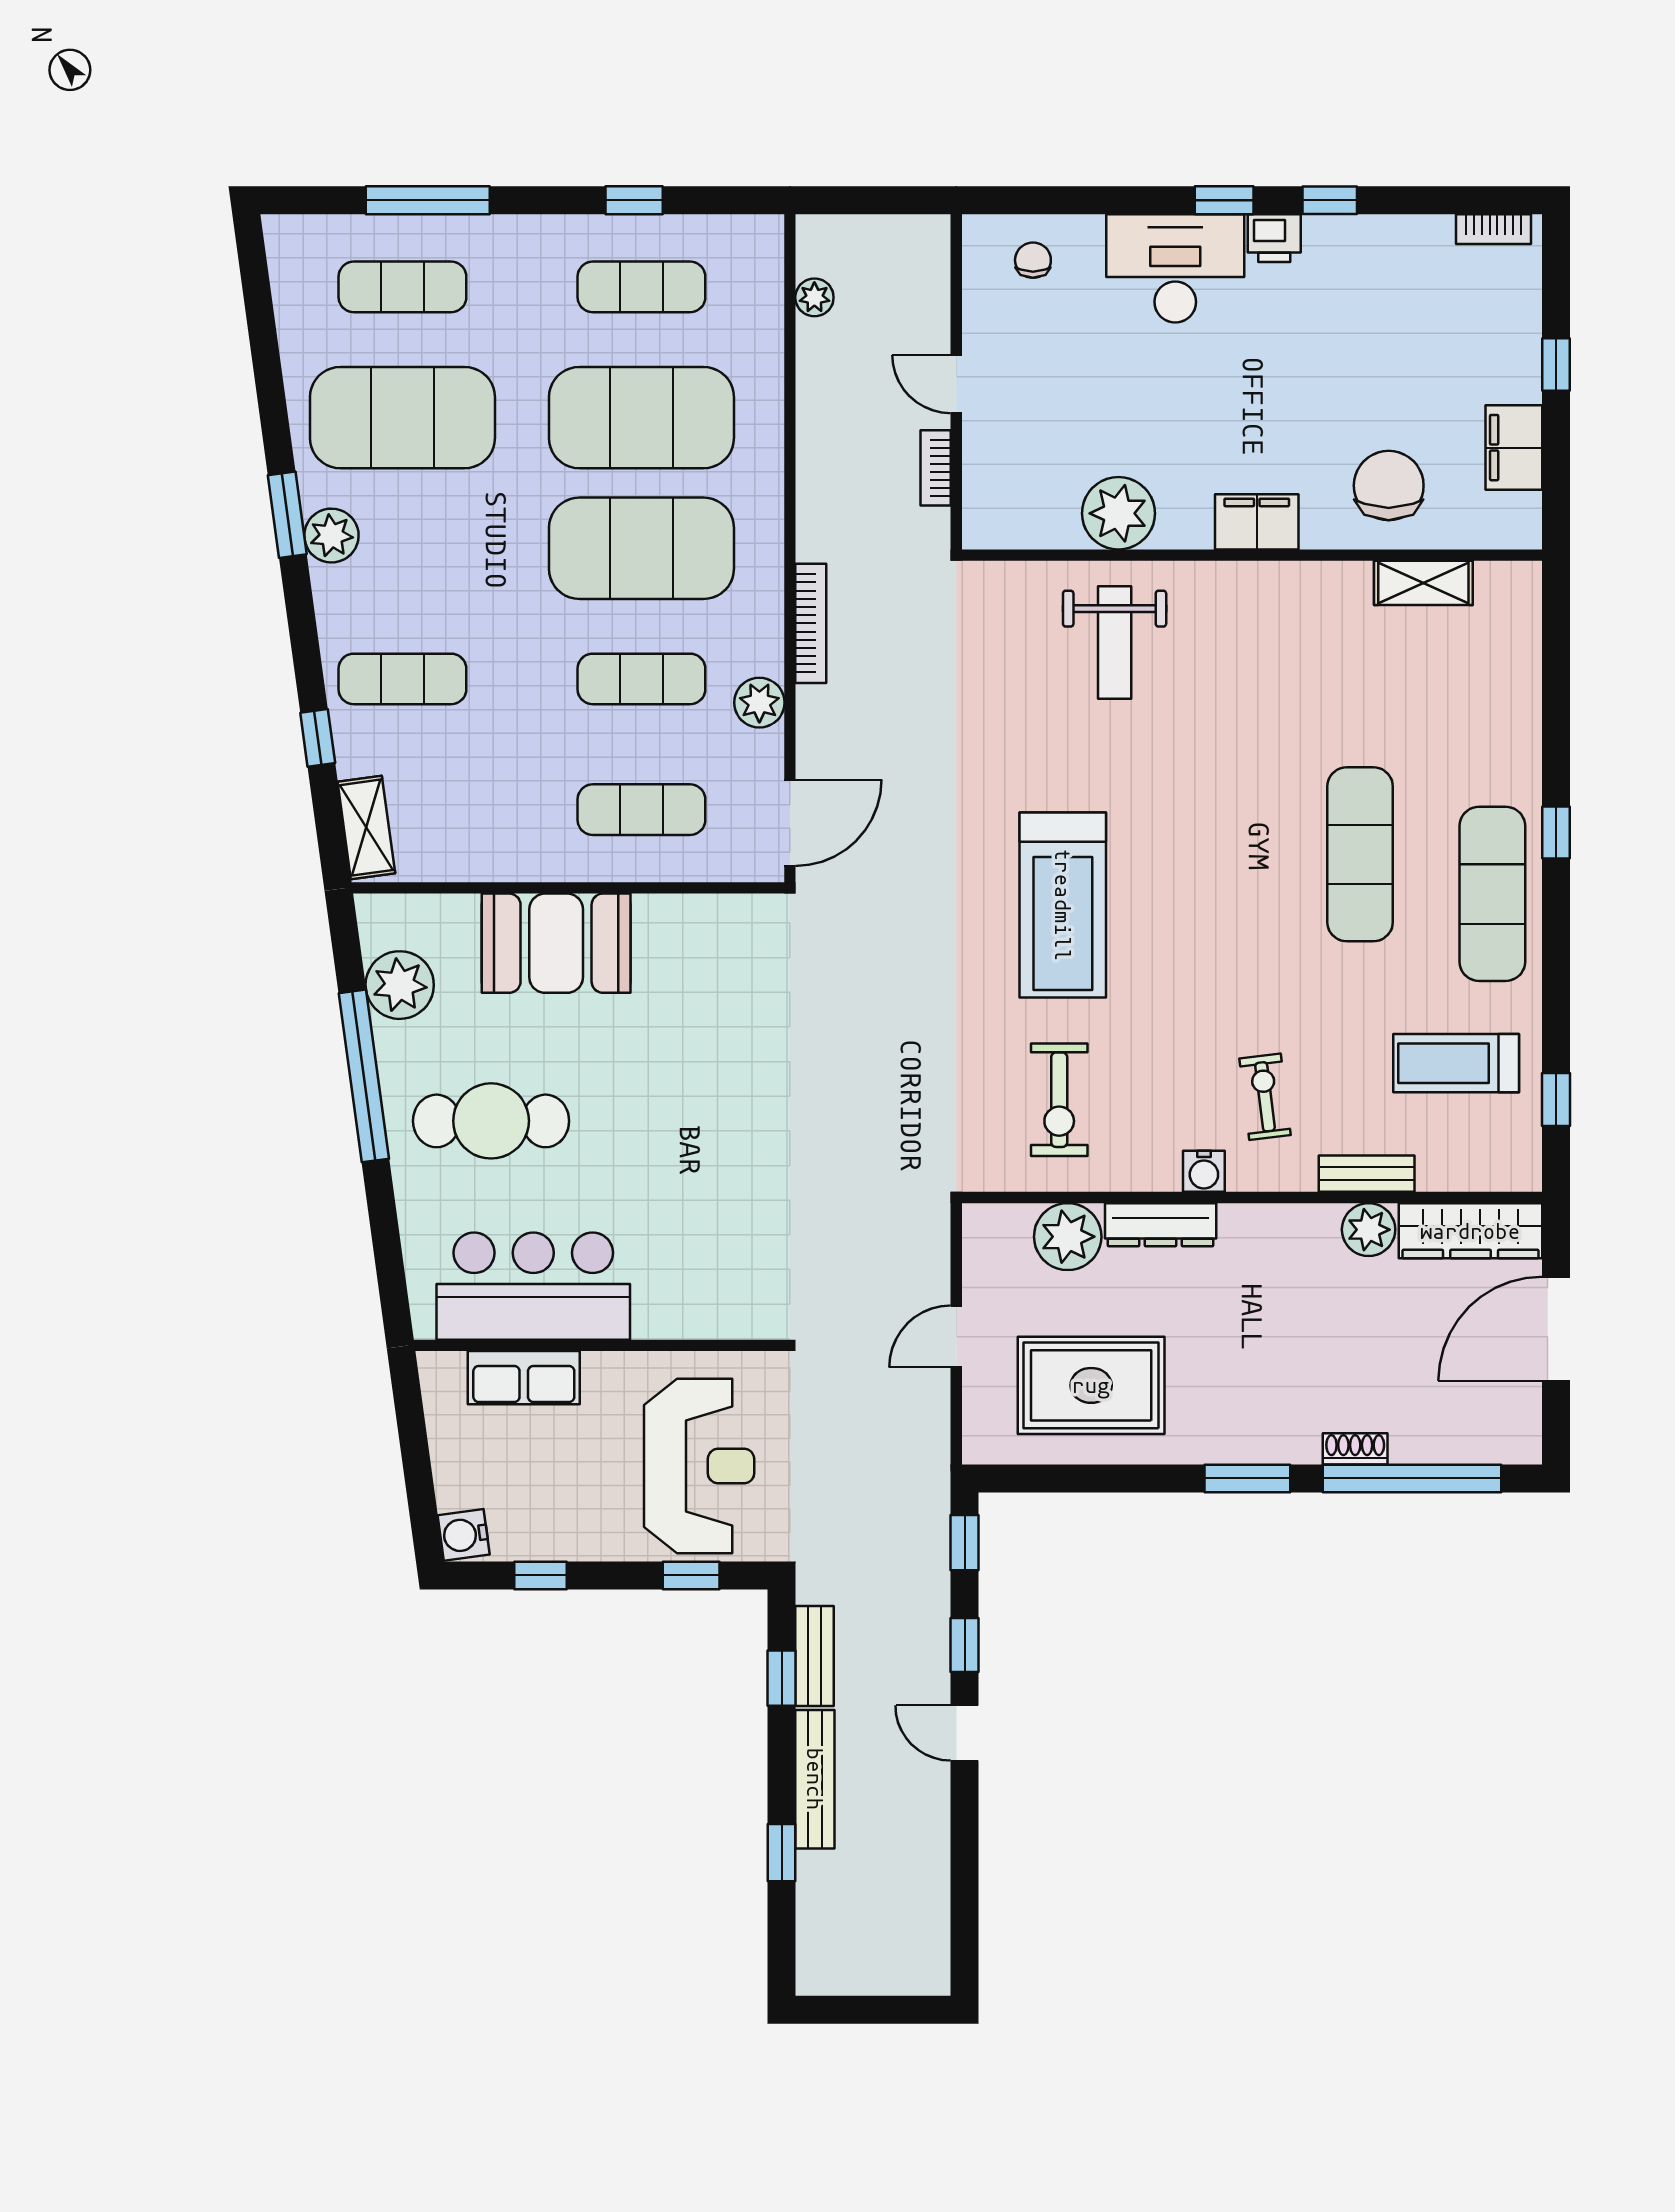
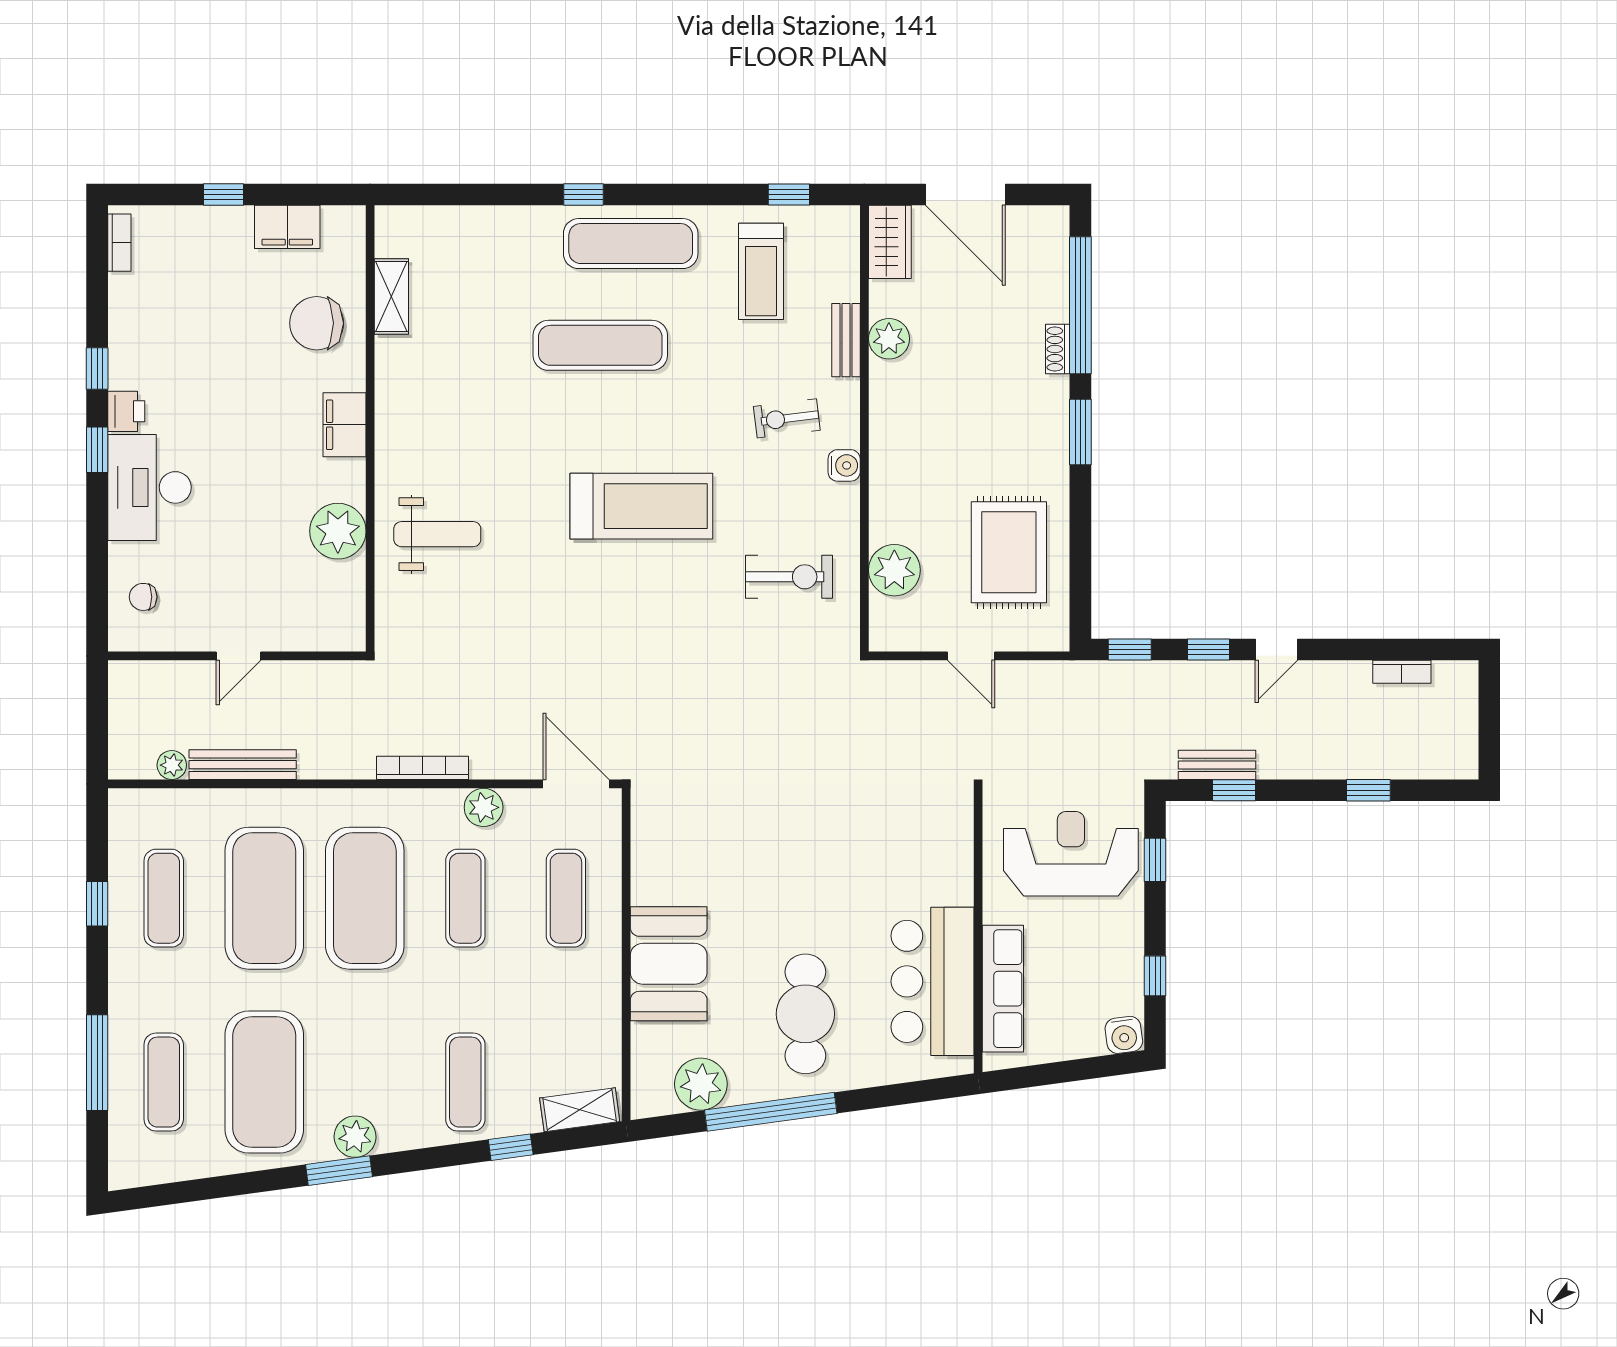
bookcase: (936, 468) -> (1402, 672), moved
treadmill: (1063, 905) -> (641, 506), moved
dresser: (1161, 1225) -> (885, 499), removed
wardrobe: (1470, 1231) -> (890, 242), width x0.67
row of seats: (524, 1378) -> (1003, 989), width x1.48
bench: (815, 1779) -> (243, 765), moved

